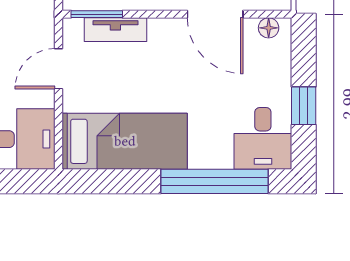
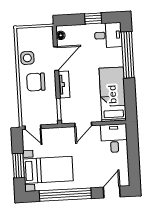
tv unit: (115, 30) -> (64, 84), moved
door: (58, 69) -> (83, 124), hinge flipped

